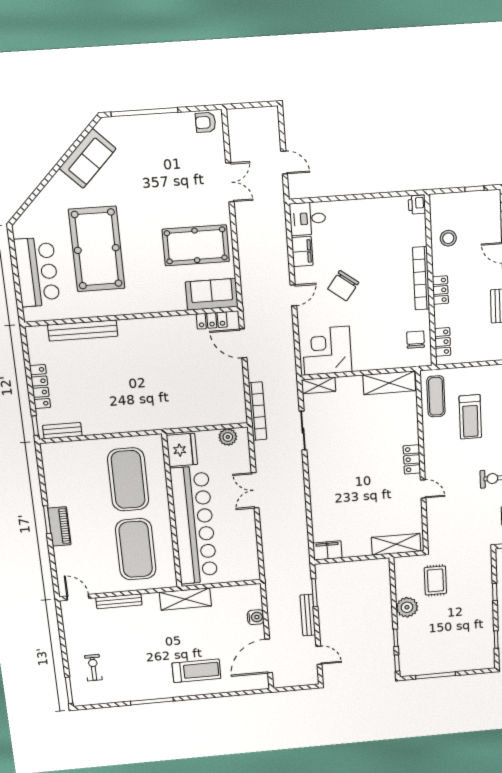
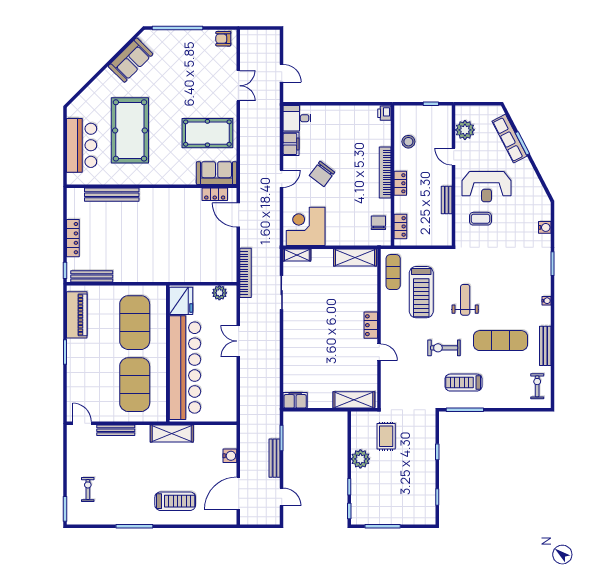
treadmill: (470, 417) -> (421, 292), width x1.37, depth x1.38
bench: (62, 431) -> (92, 276), width x1.36
piano: (59, 526) -> (77, 315), moved, width x1.37, depth x1.33

